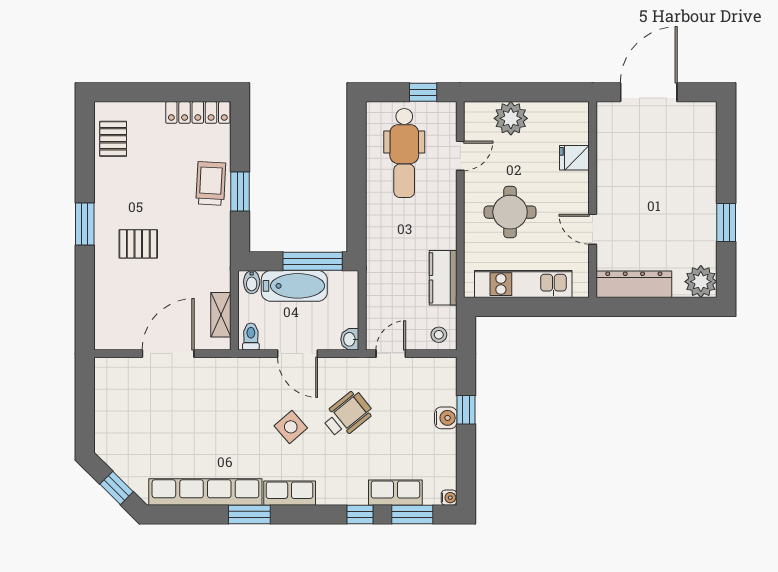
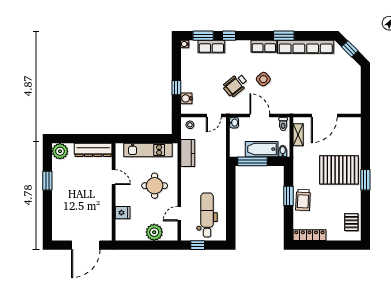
pallet: (138, 244) -> (339, 170), width x2.05, depth x2.00
water cooler: (446, 418) -> (186, 98), moved

